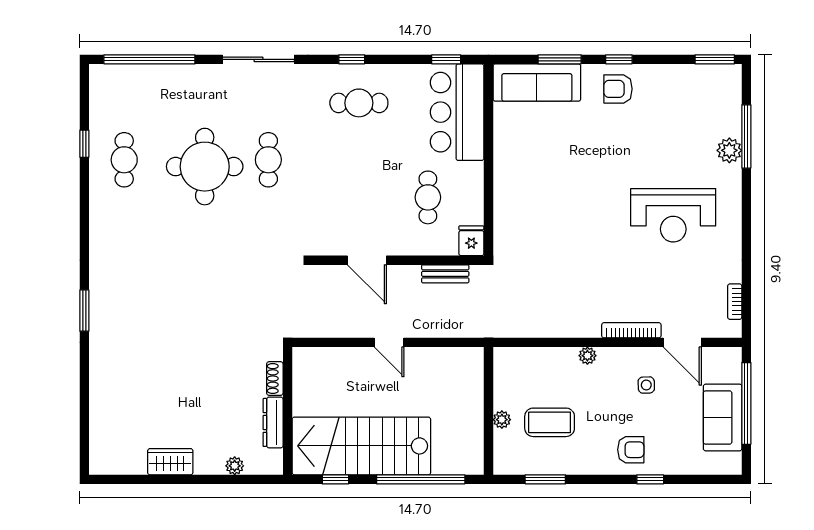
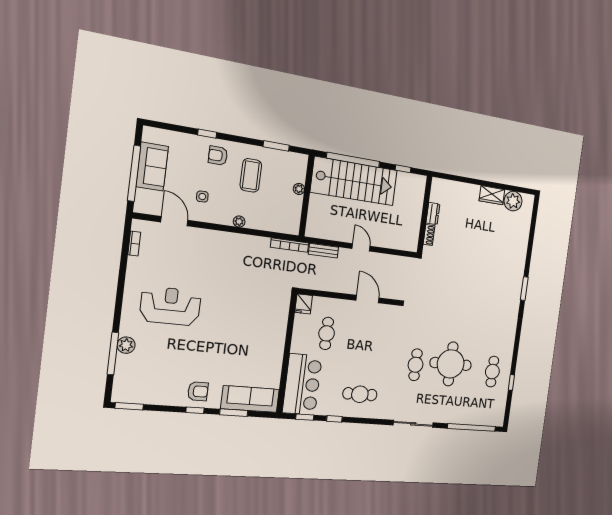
window: (352, 59) -> (334, 419), moved
bench: (445, 274) -> (323, 251), moved
bookcase: (631, 330) -> (290, 245), moved
dresser: (273, 422) -> (433, 214), width x0.70
coffee table: (550, 422) -> (251, 175), moved, turned 90
stairs: (361, 446) -> (354, 181), moved
plant: (235, 466) -> (513, 201), moved, width x1.88, depth x1.88

